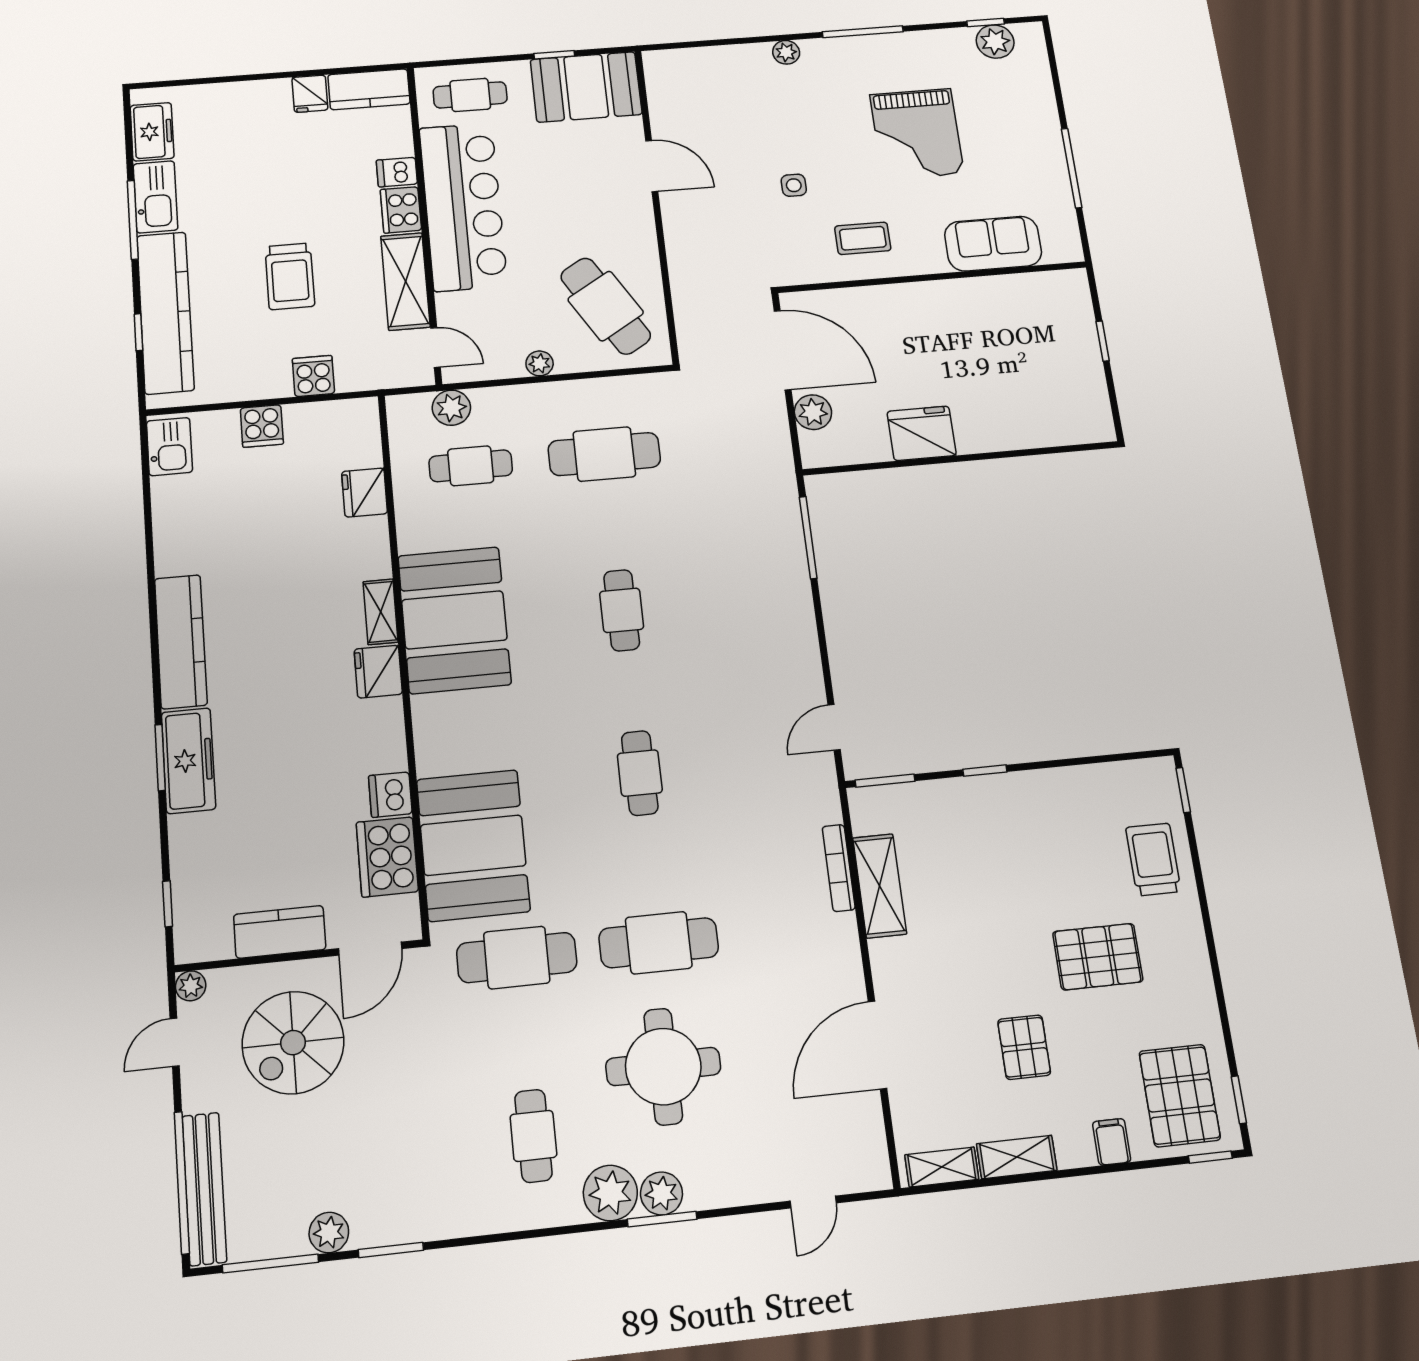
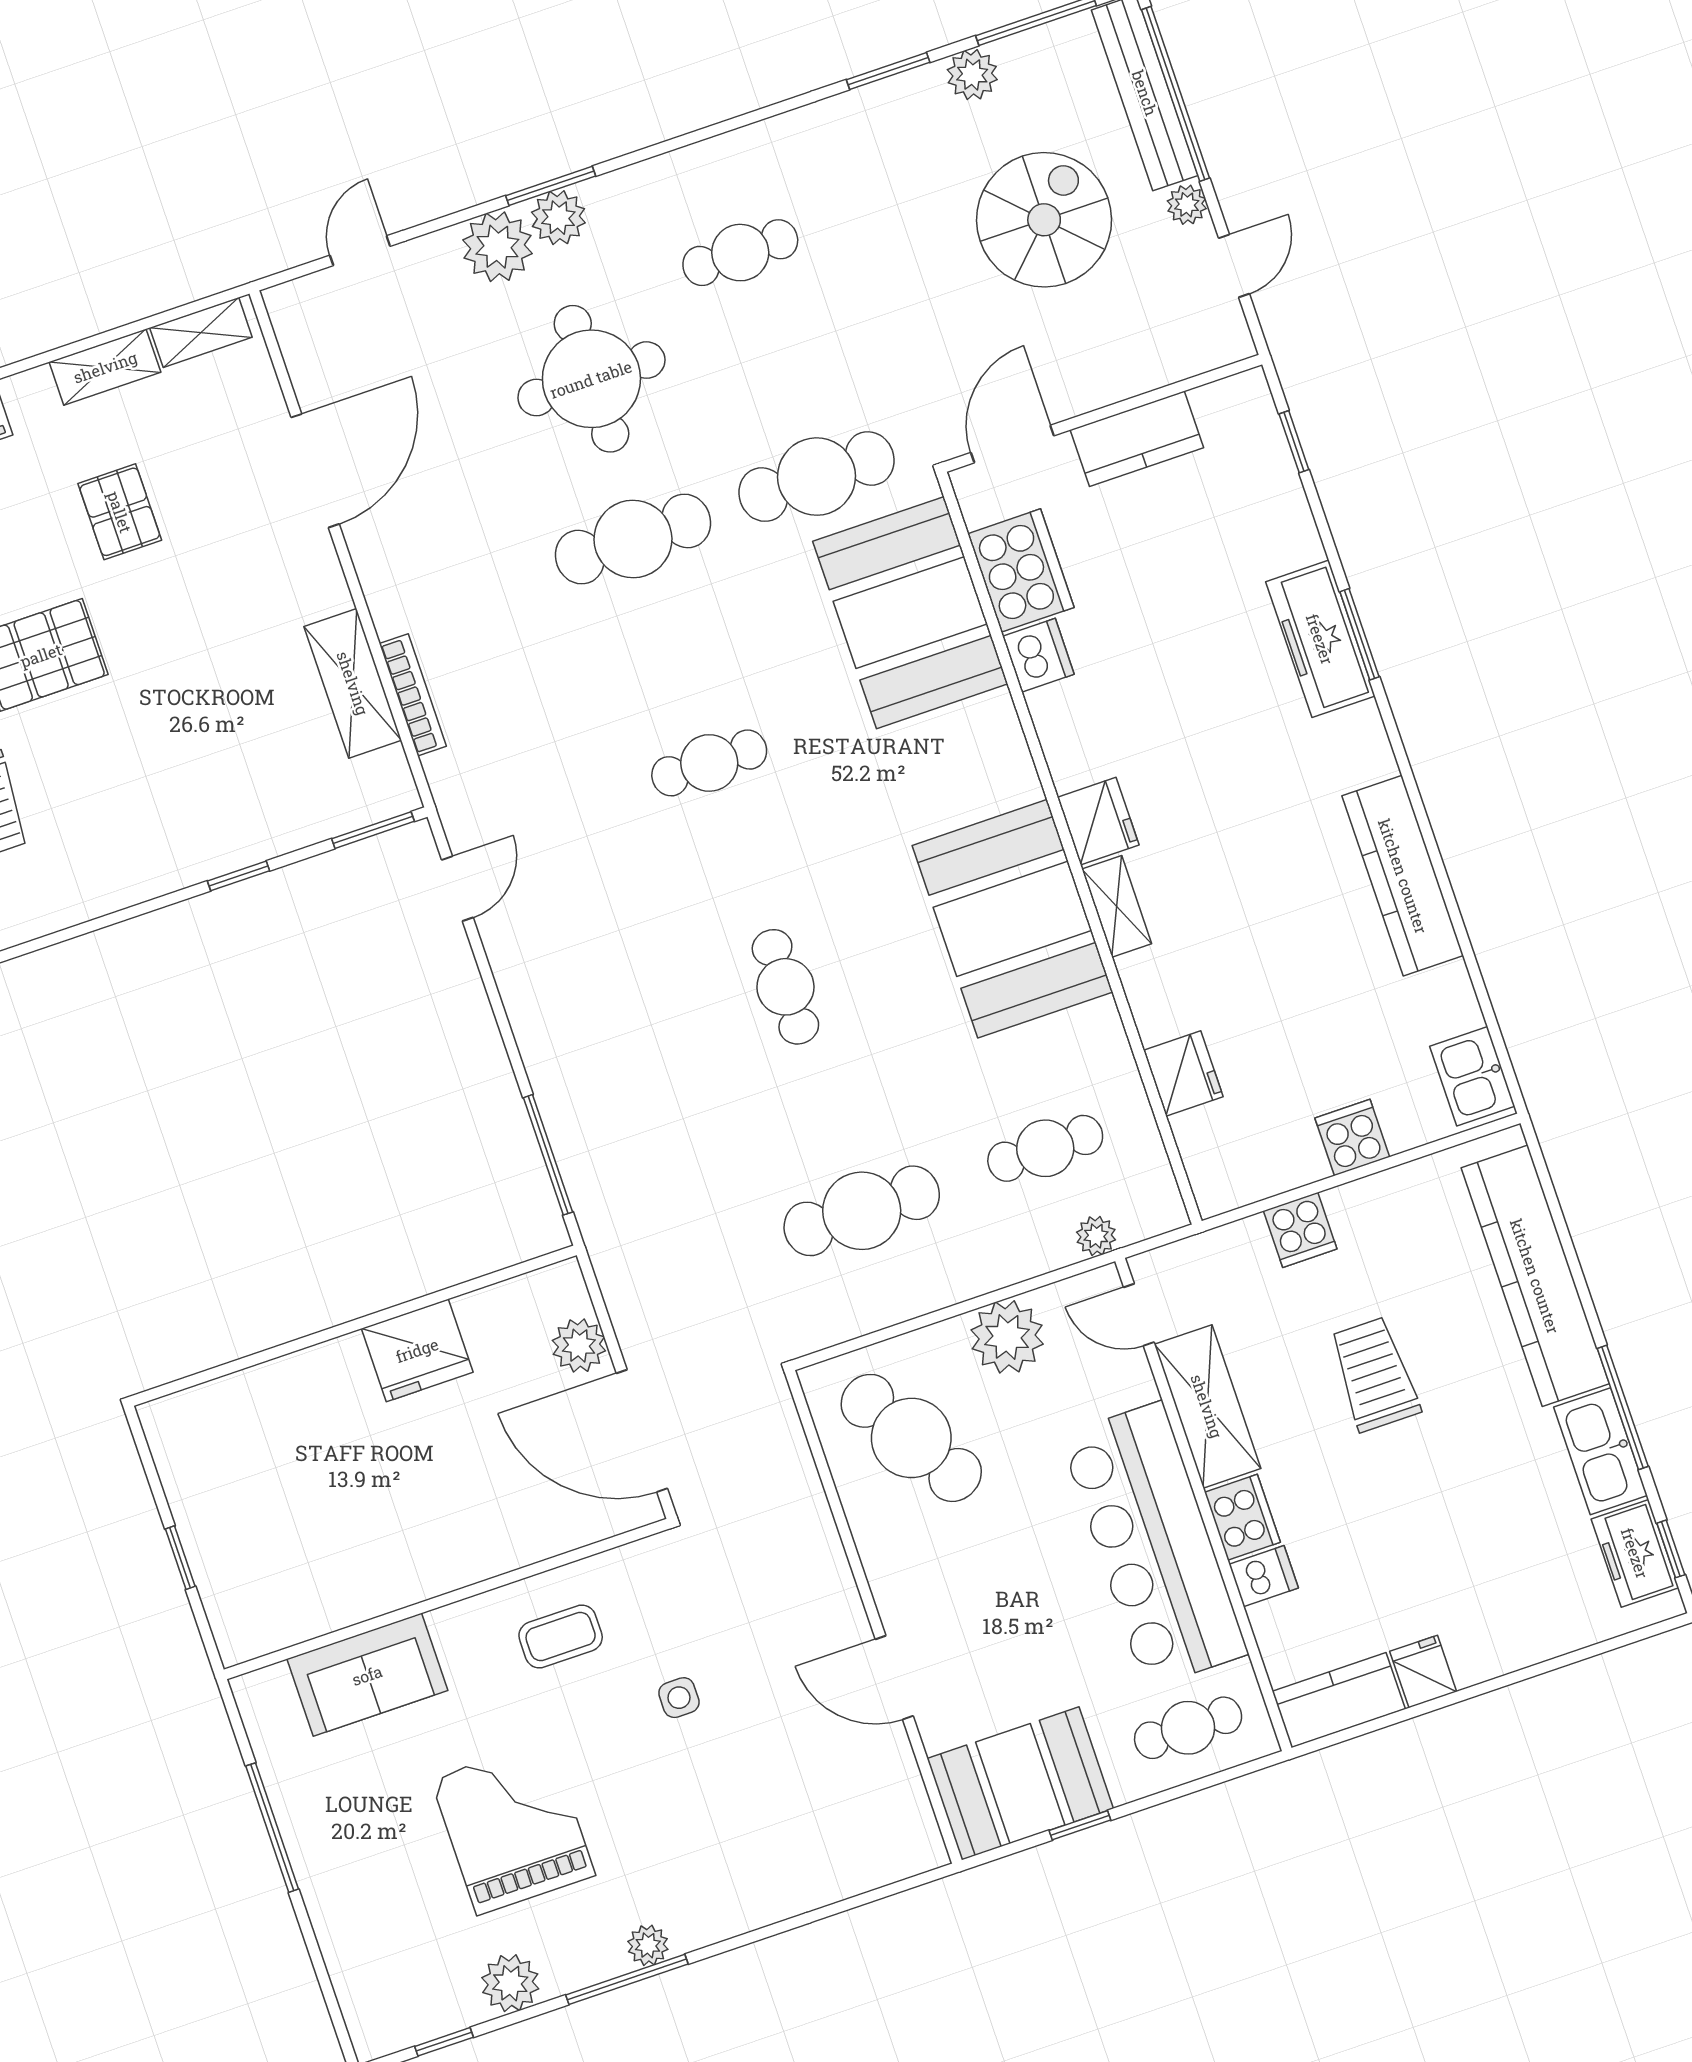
plant: (995, 42) -> (510, 1983), moved
plant: (786, 52) -> (648, 1945), moved
window: (138, 332) -> (1671, 1549), moved
plant: (540, 363) -> (1007, 1337), width x1.88, depth x1.88
plant: (451, 408) -> (1096, 1236), width x0.73, depth x0.73
kitchen counter: (181, 642) -> (1403, 876), moved
cafe table: (640, 773) -> (709, 763), turned 90
plant: (191, 986) -> (1187, 205), moved
spiral stairs: (293, 1043) -> (1044, 220), moved
cafe table: (533, 1136) -> (740, 253), turned 90
plant: (610, 1193) -> (497, 247), moved

